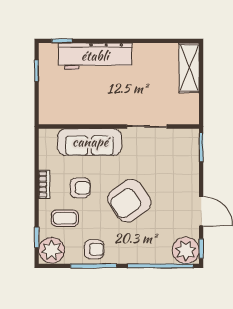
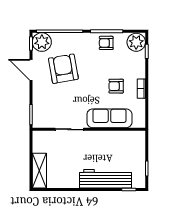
armchair: (129, 201) -> (63, 69), moved, turned -65
coffee table: (65, 218) -> (127, 65), removed

